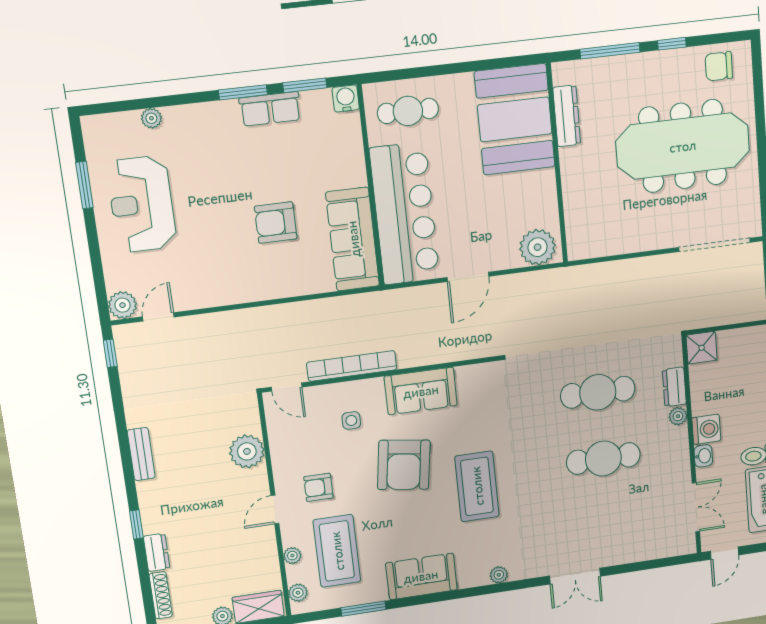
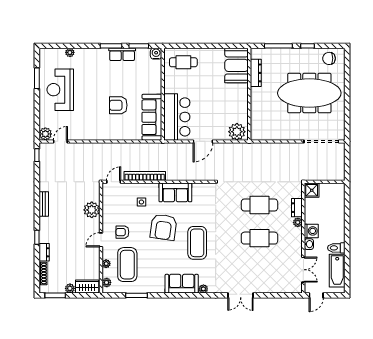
booth: (515, 119) -> (237, 65), width x0.73, depth x0.70
bar counter: (405, 214) -> (177, 117), width x0.73
door: (287, 387) -> (114, 182), swing flipped
sofa: (421, 576) -> (182, 284), moved

